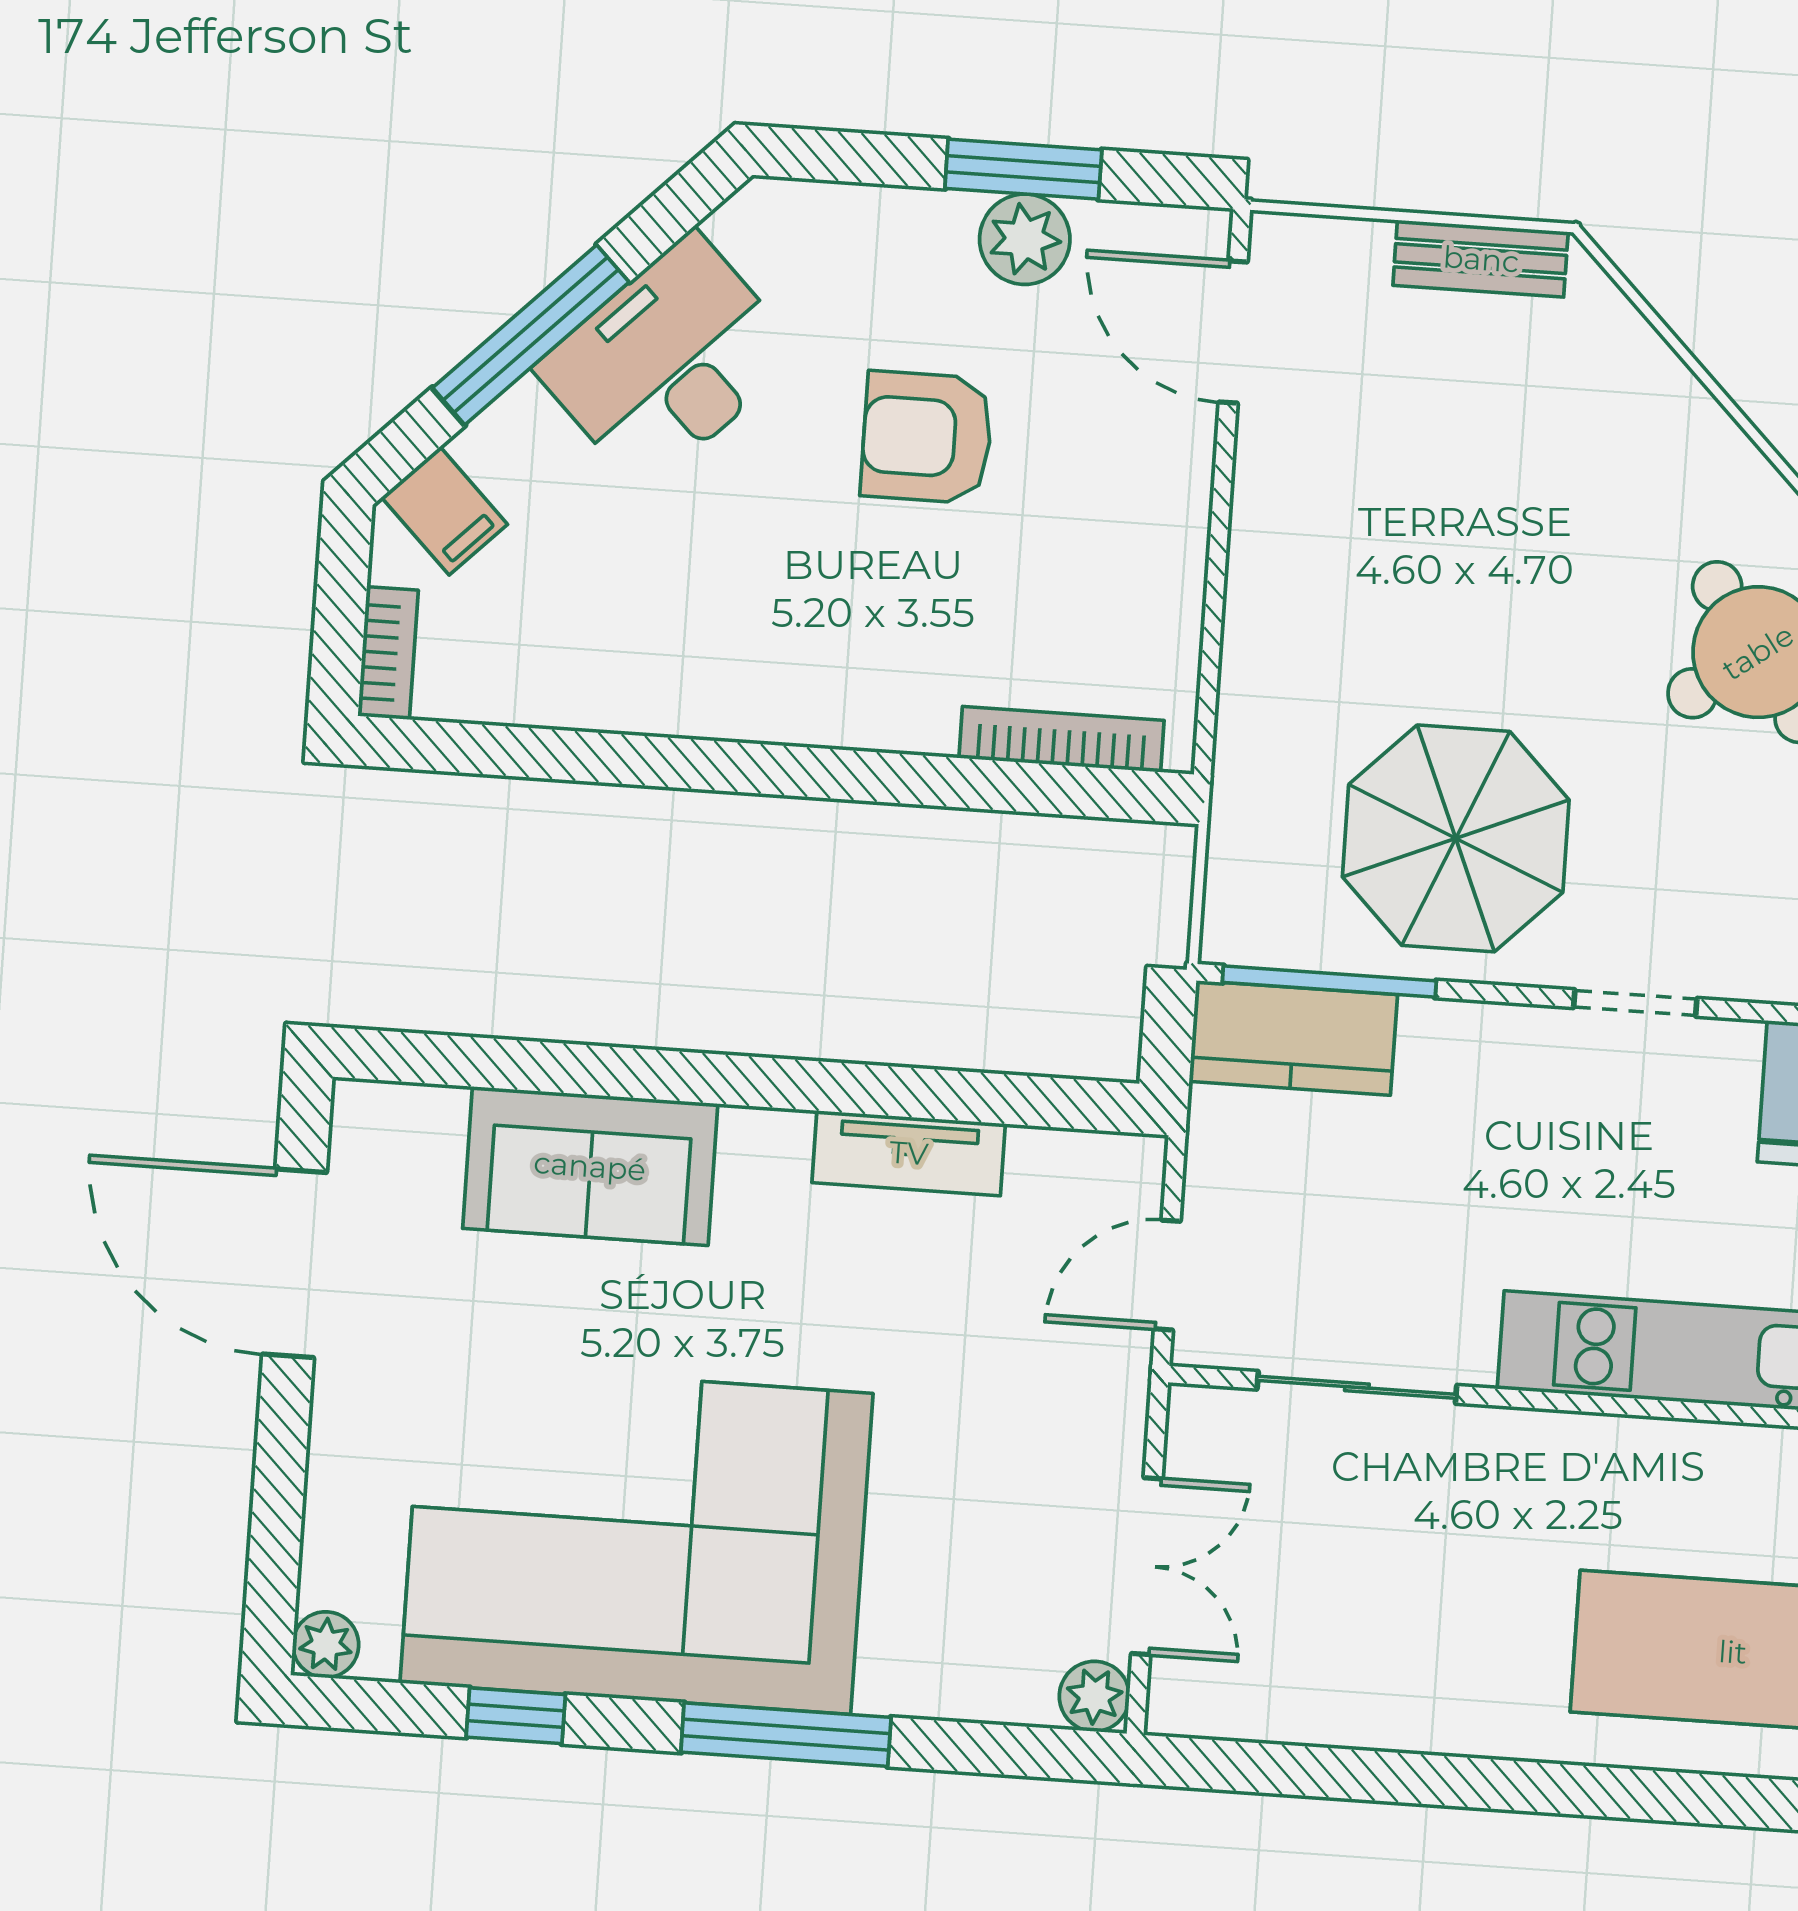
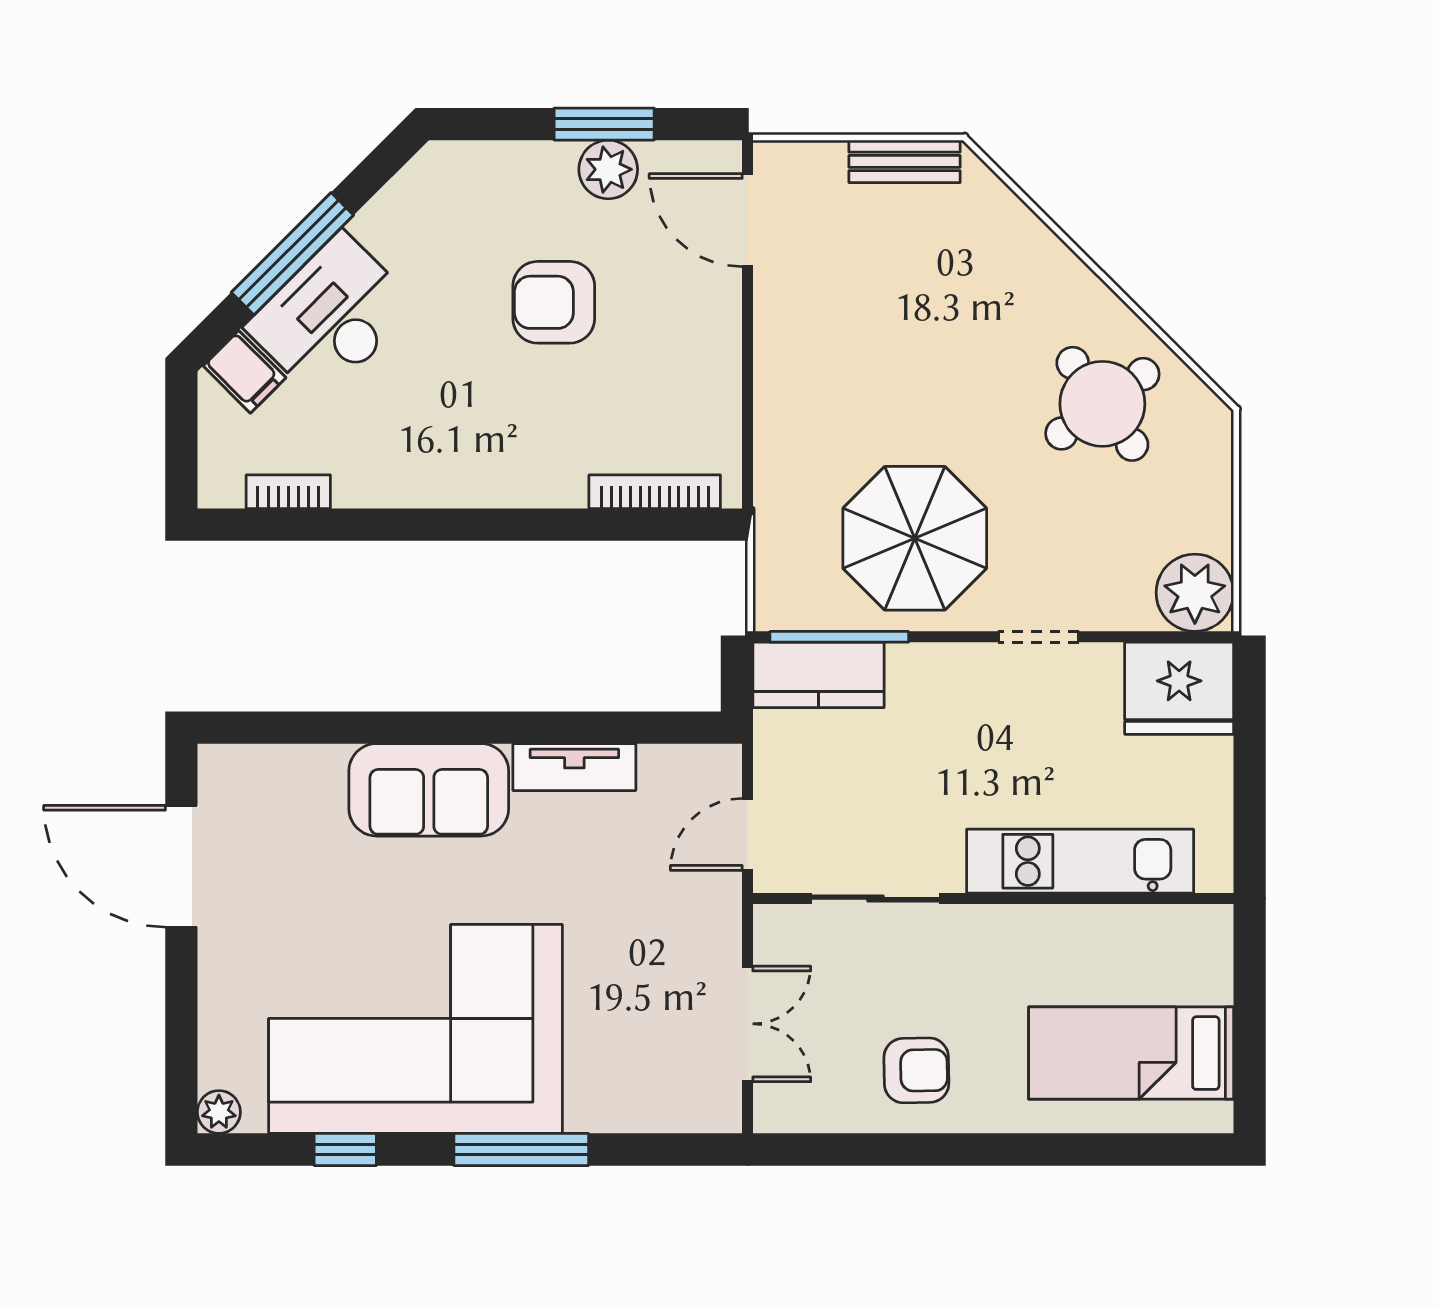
desk: (668, 361) -> (331, 317), moved
bookcase: (388, 653) -> (288, 492), moved, turned -90
sofa: (590, 1166) -> (429, 790), moved
armchair: (1401, 1656) -> (916, 1070), added
plant: (1094, 1696) -> (719, 1111), removed

